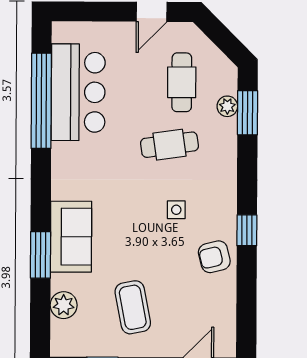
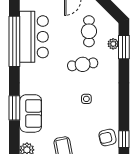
window: (247, 230) -> (124, 139), moved
window: (40, 255) -> (14, 108), moved
armchair: (214, 257) -> (108, 137), moved

